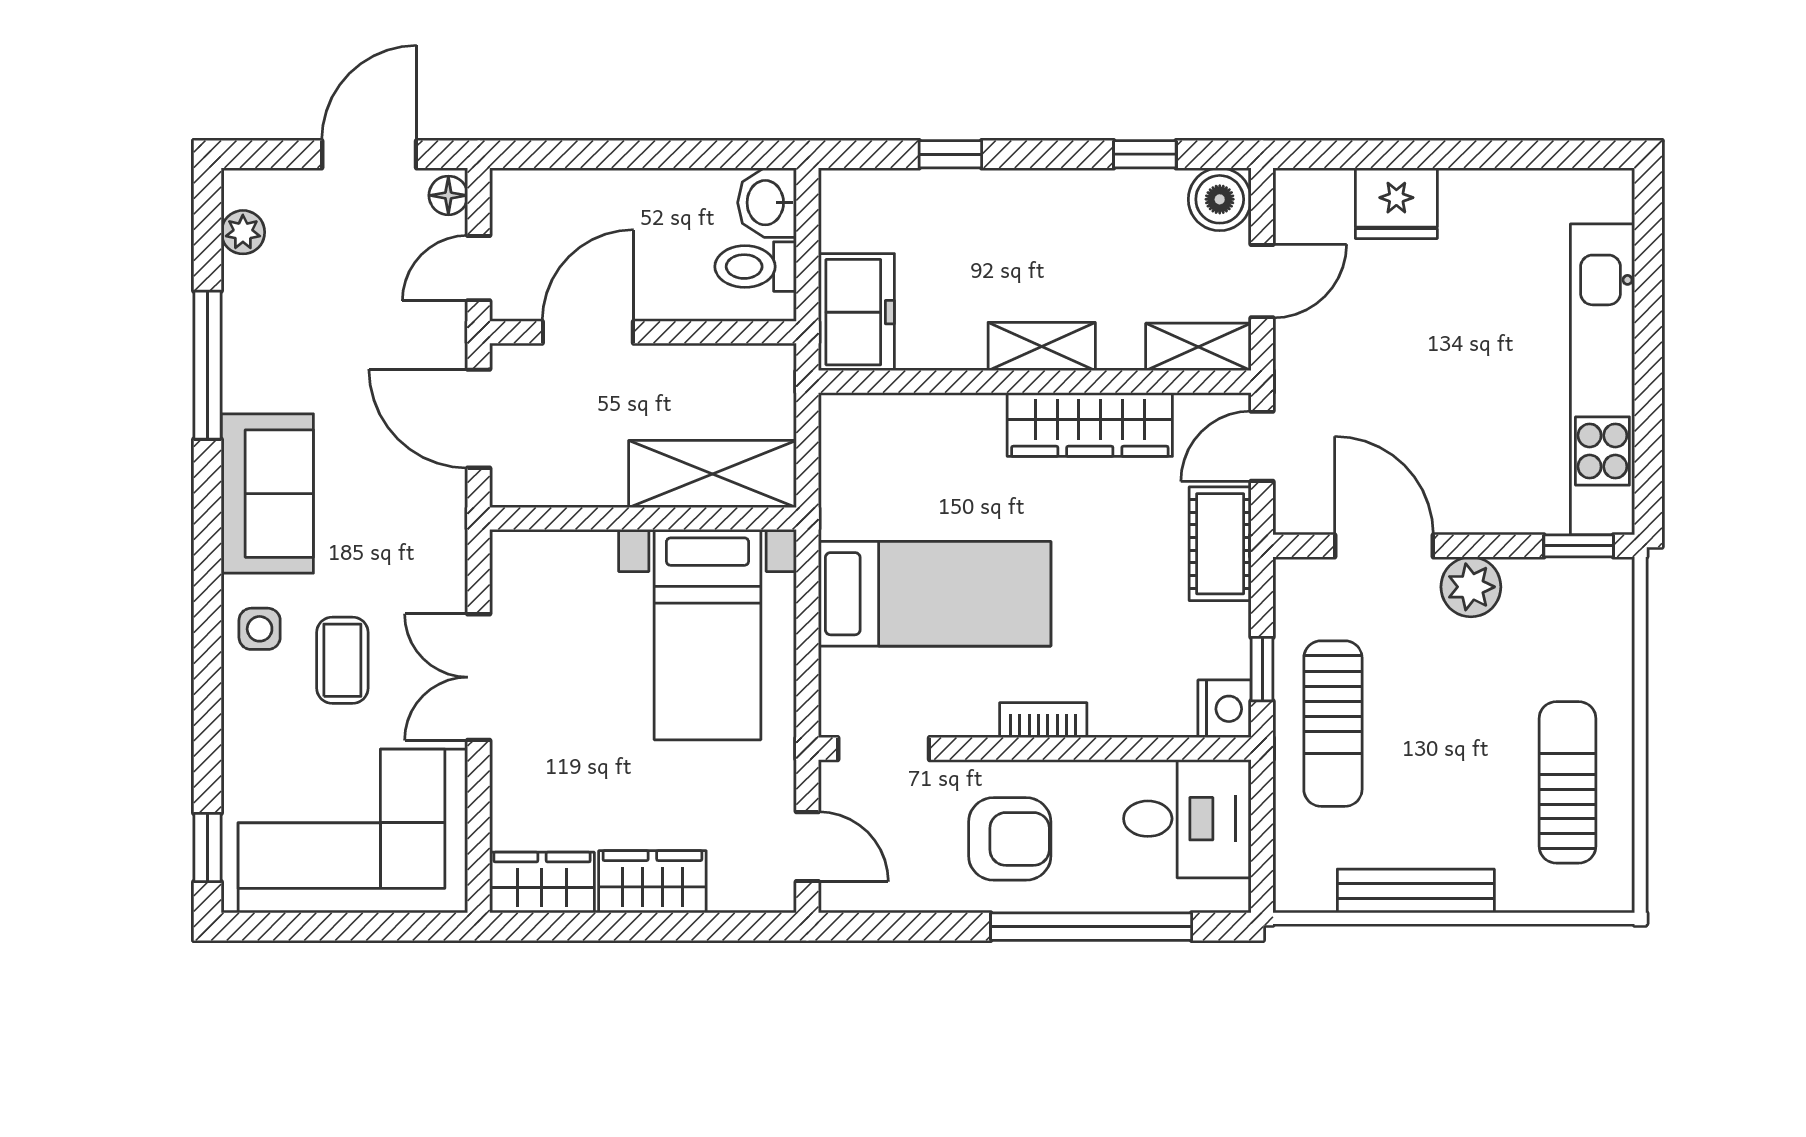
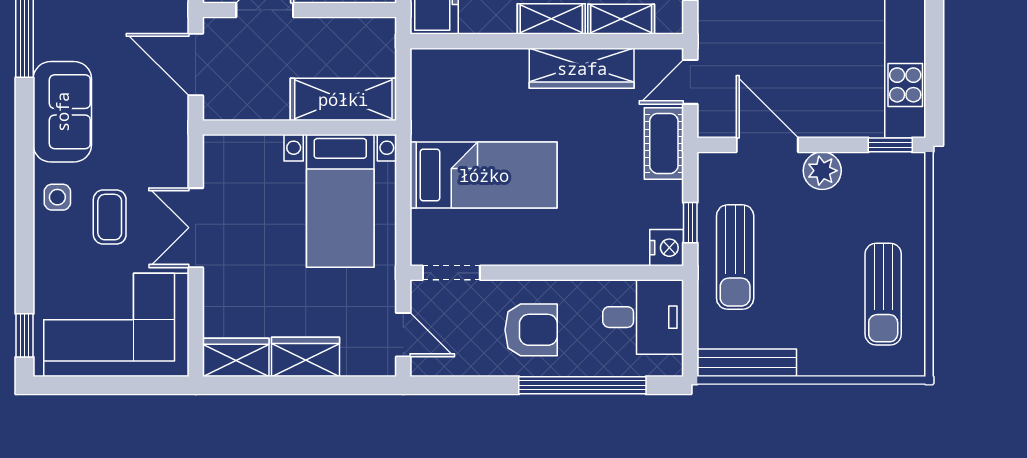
shelving: (1198, 347) -> (621, 19), moved
bookcase: (1043, 720) -> (552, 255), removed
sun lounger: (1567, 782) -> (883, 294), turned 180
bench: (1416, 891) -> (747, 363), moved

